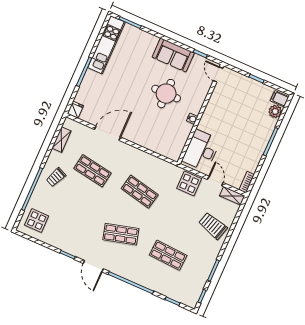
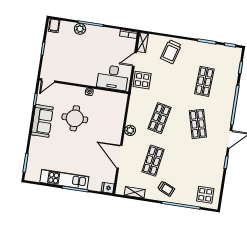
kitchen unit: (106, 45) -> (64, 179), moved
plant: (275, 111) -> (80, 29), moved
plant: (135, 154) -> (130, 130), added

